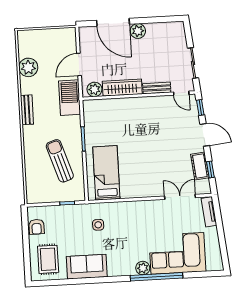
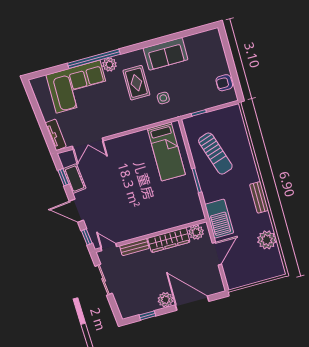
window: (158, 20) -> (147, 315), added
armchair: (37, 227) -> (224, 83), turned -90
rug: (48, 259) -> (136, 83), moved

